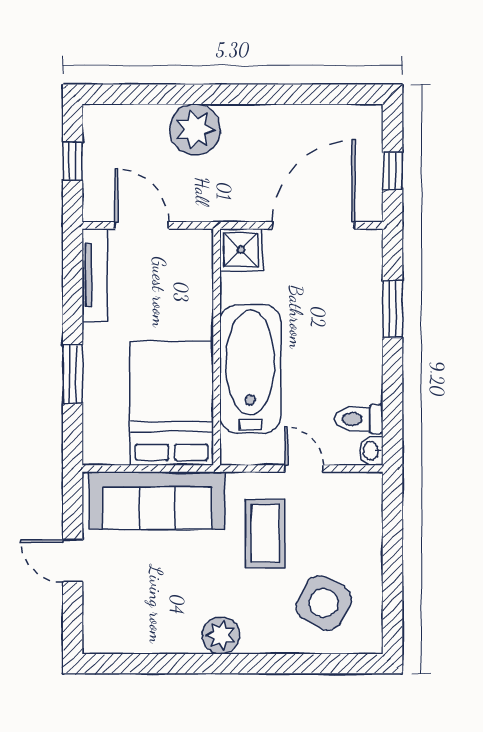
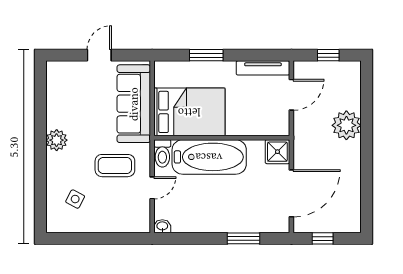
door: (314, 225) -> (291, 193), hinge flipped
toilet: (359, 419) -> (162, 153), moved, turned 180
side table: (324, 603) -> (75, 199), width x0.54, depth x0.54

